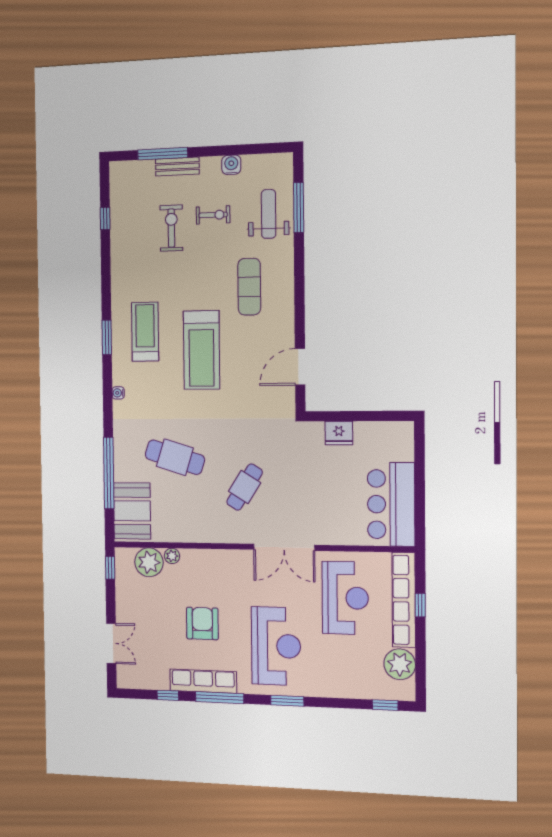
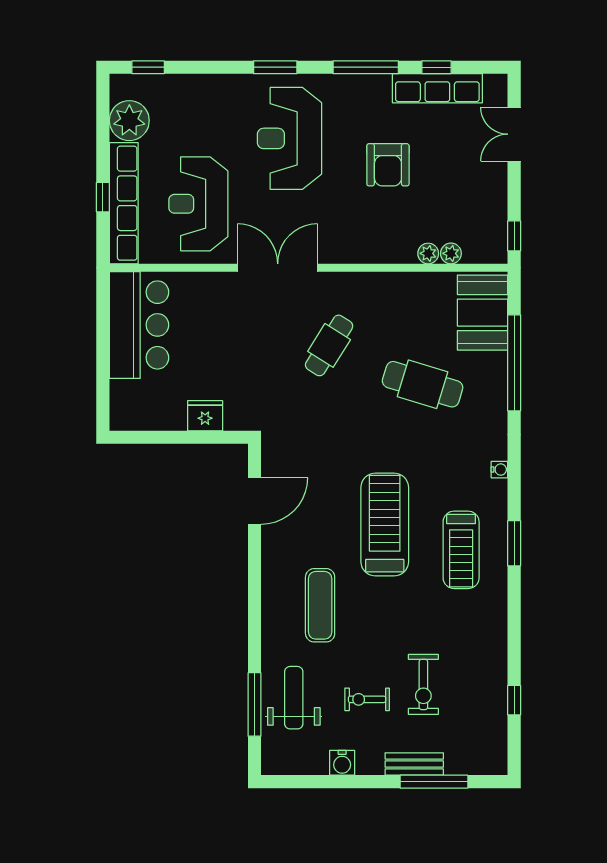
weight bench: (269, 214) -> (294, 698), turned 180
plant: (149, 562) -> (451, 253), width x0.53, depth x0.53
row of seats: (203, 681) -> (437, 88), moved

